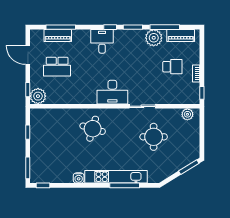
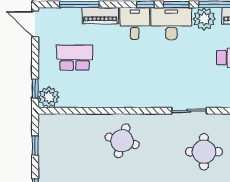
piano: (58, 35) -> (100, 16), moved
door: (28, 55) -> (35, 24), moved
school desk: (57, 67) -> (75, 58), turned 180
desk: (112, 92) -> (171, 23), moved, turned 180

